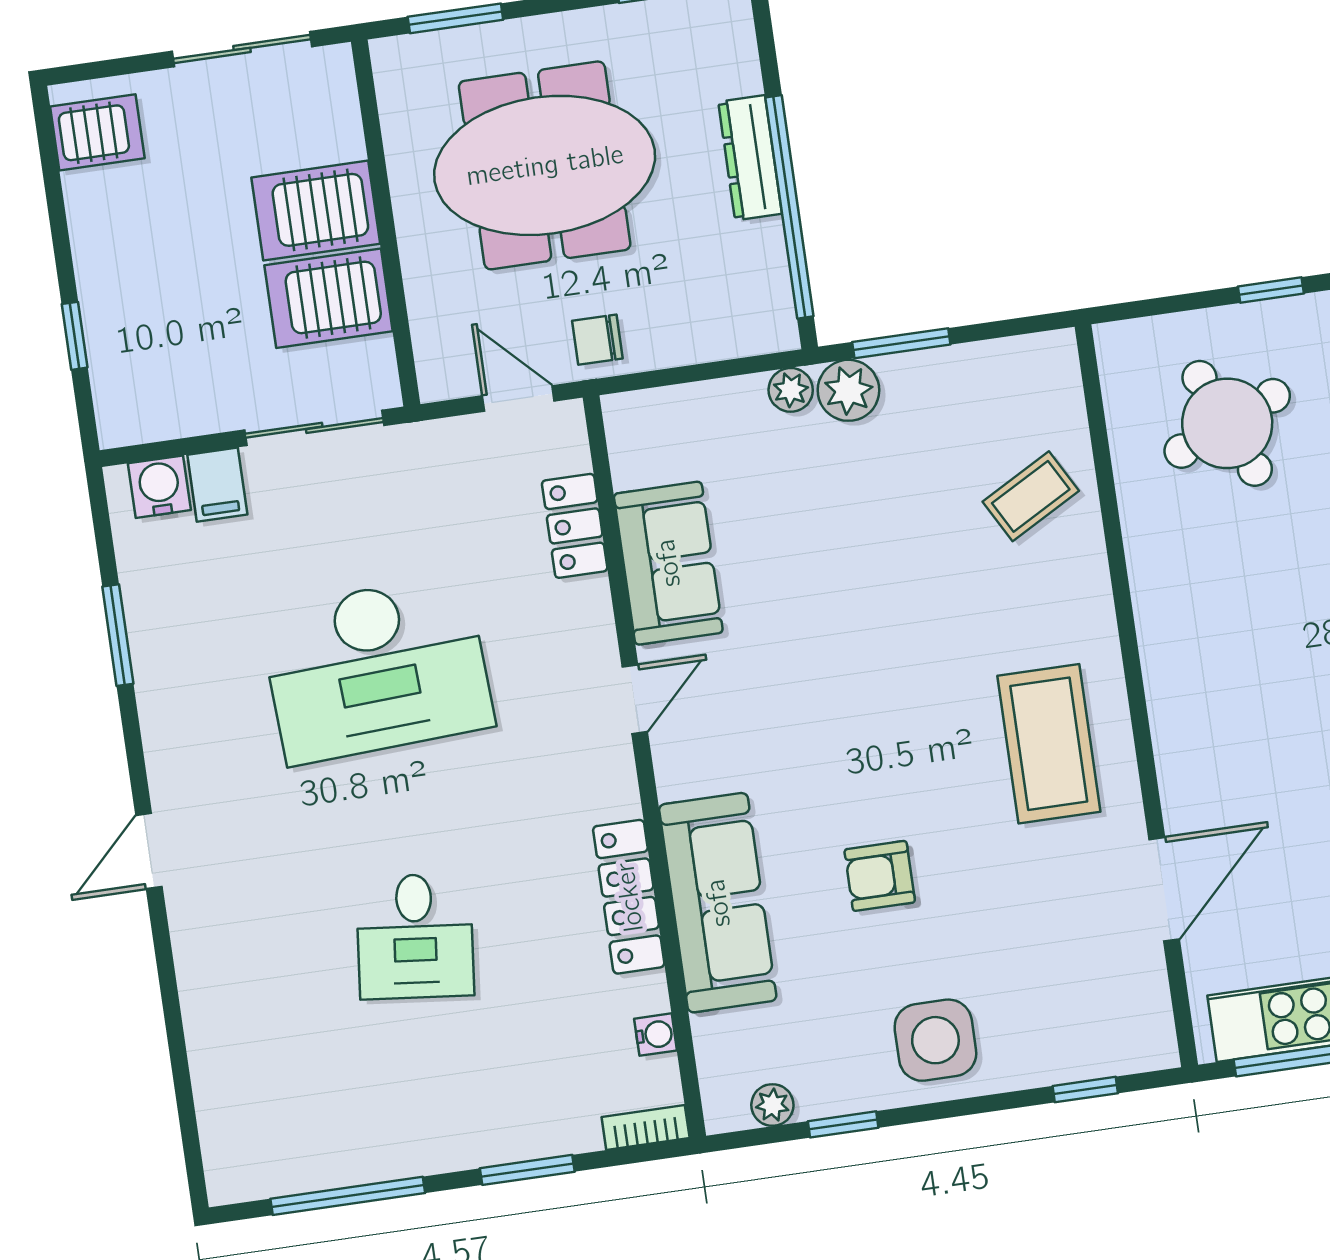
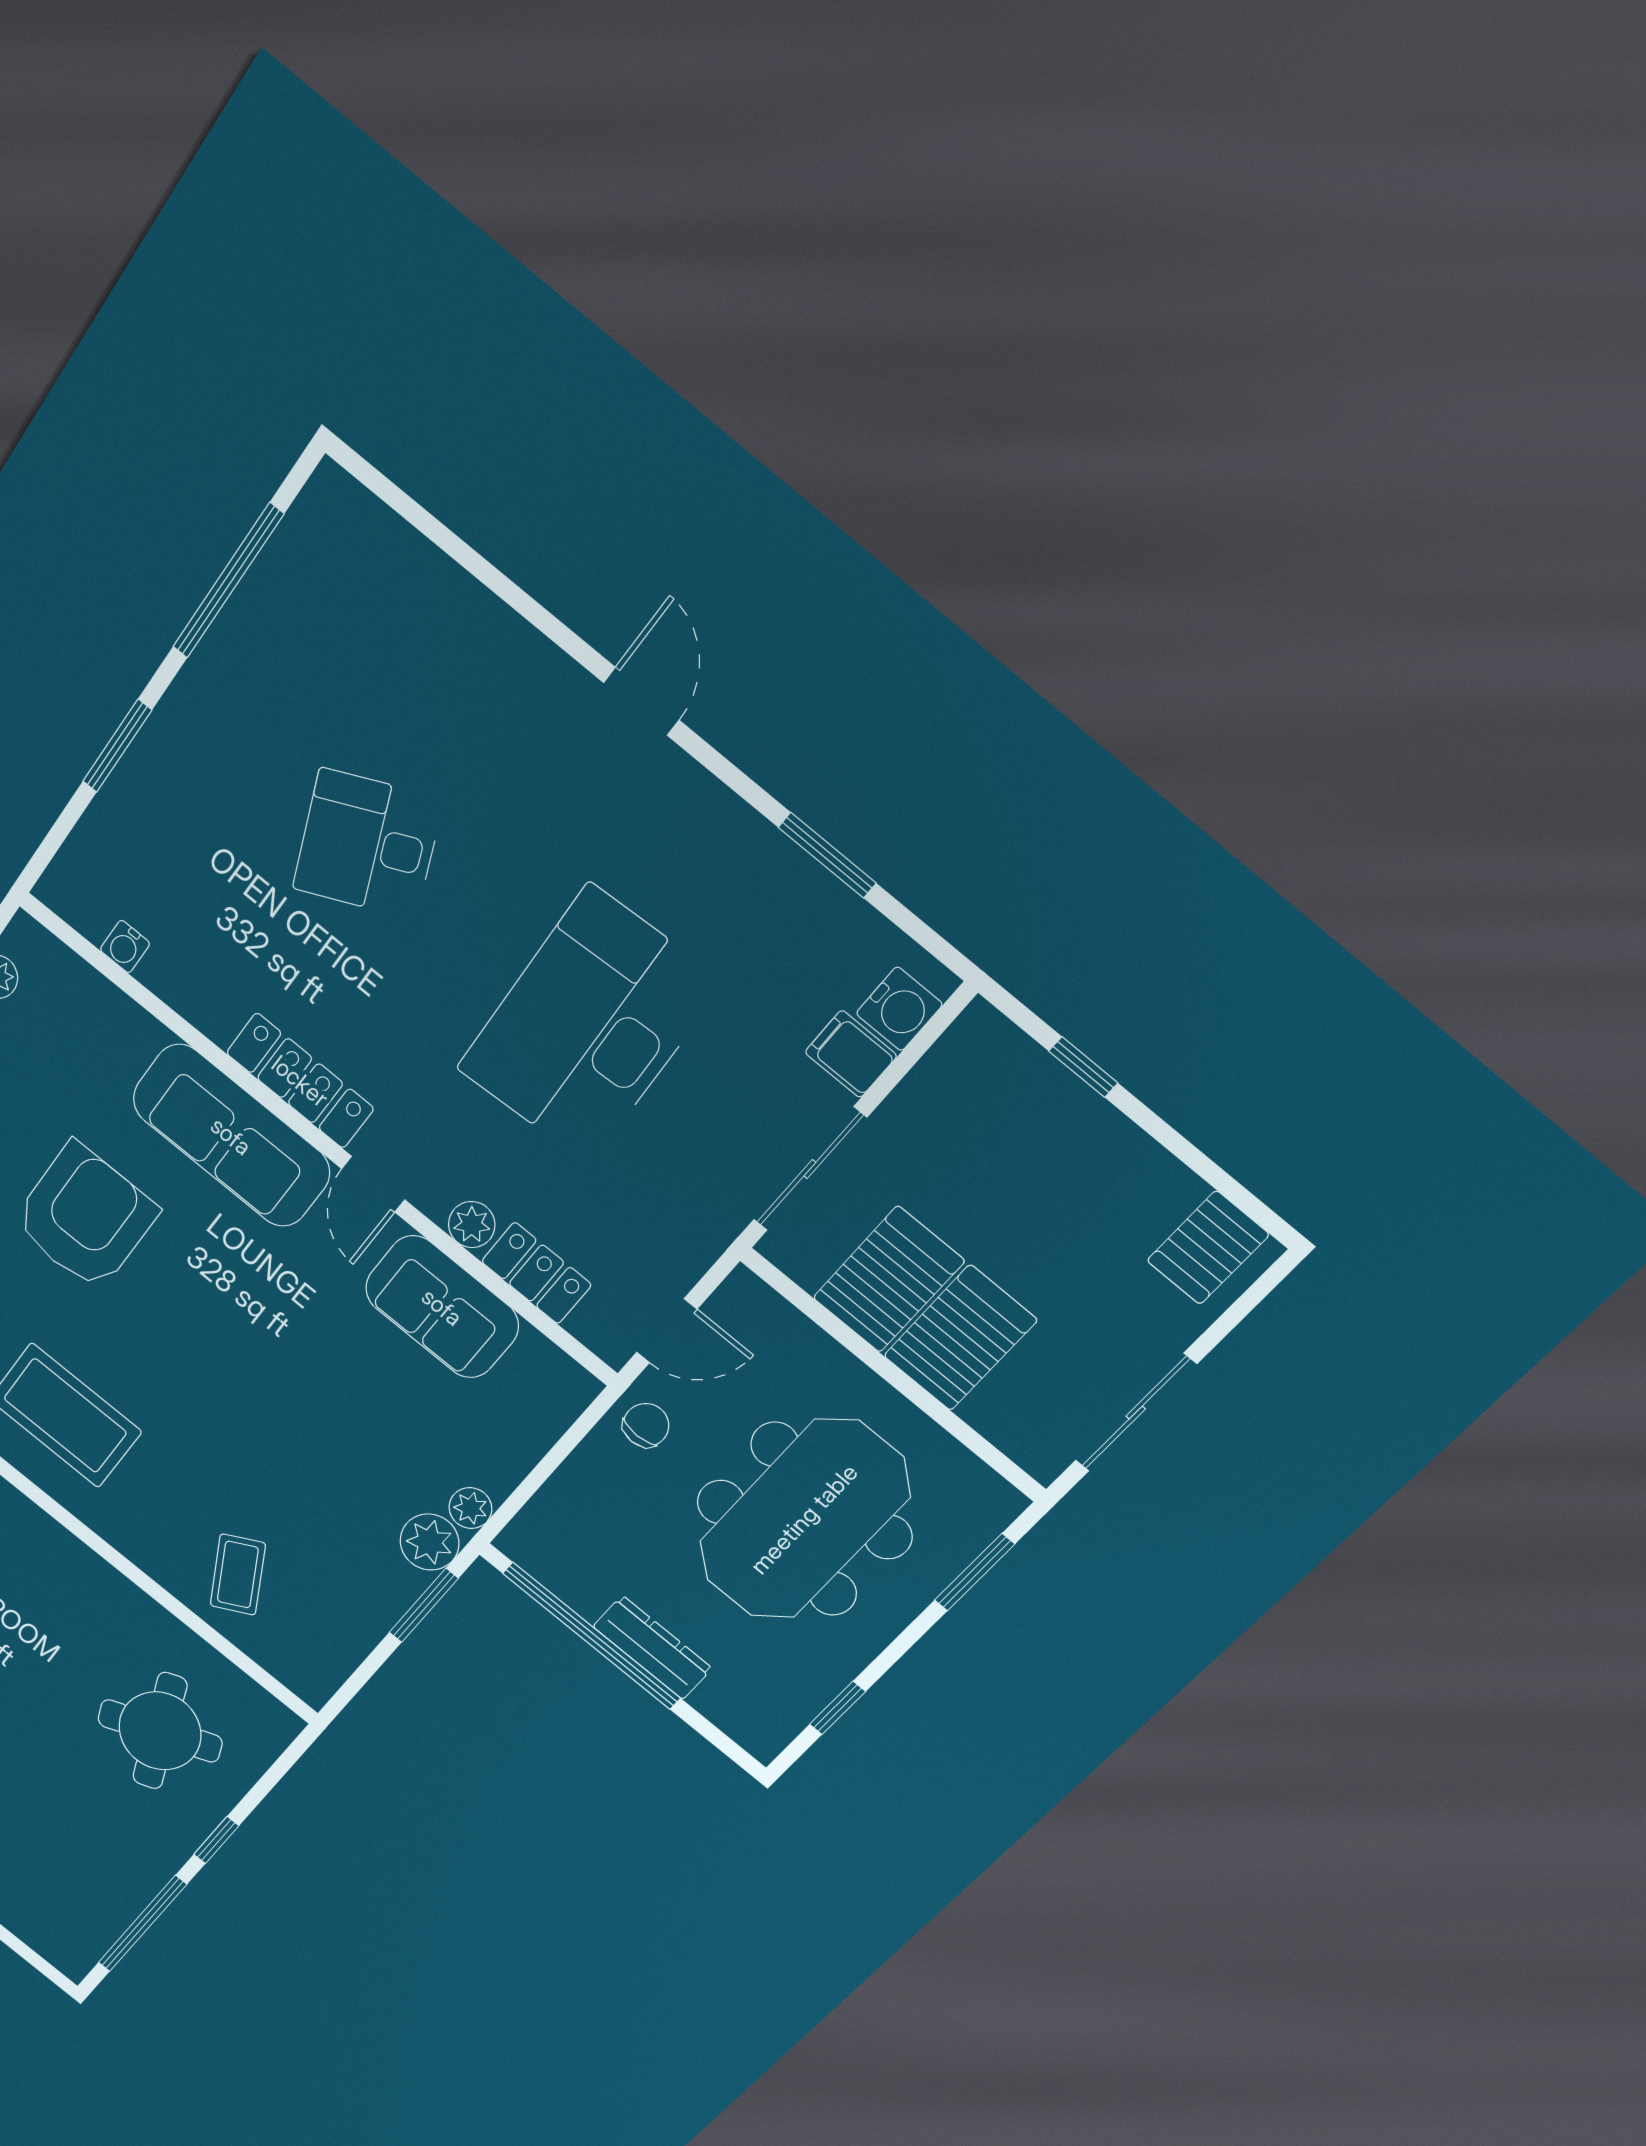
plant: (589, 604) -> (472, 1225), added
armchair: (880, 876) -> (85, 1217), width x1.88, depth x1.88
locker: (629, 897) -> (300, 1081), moved
sofa: (718, 903) -> (231, 1136), moved
desk: (415, 936) -> (368, 844), turned -30
bookcase: (646, 1127) -> (66, 868), removed

